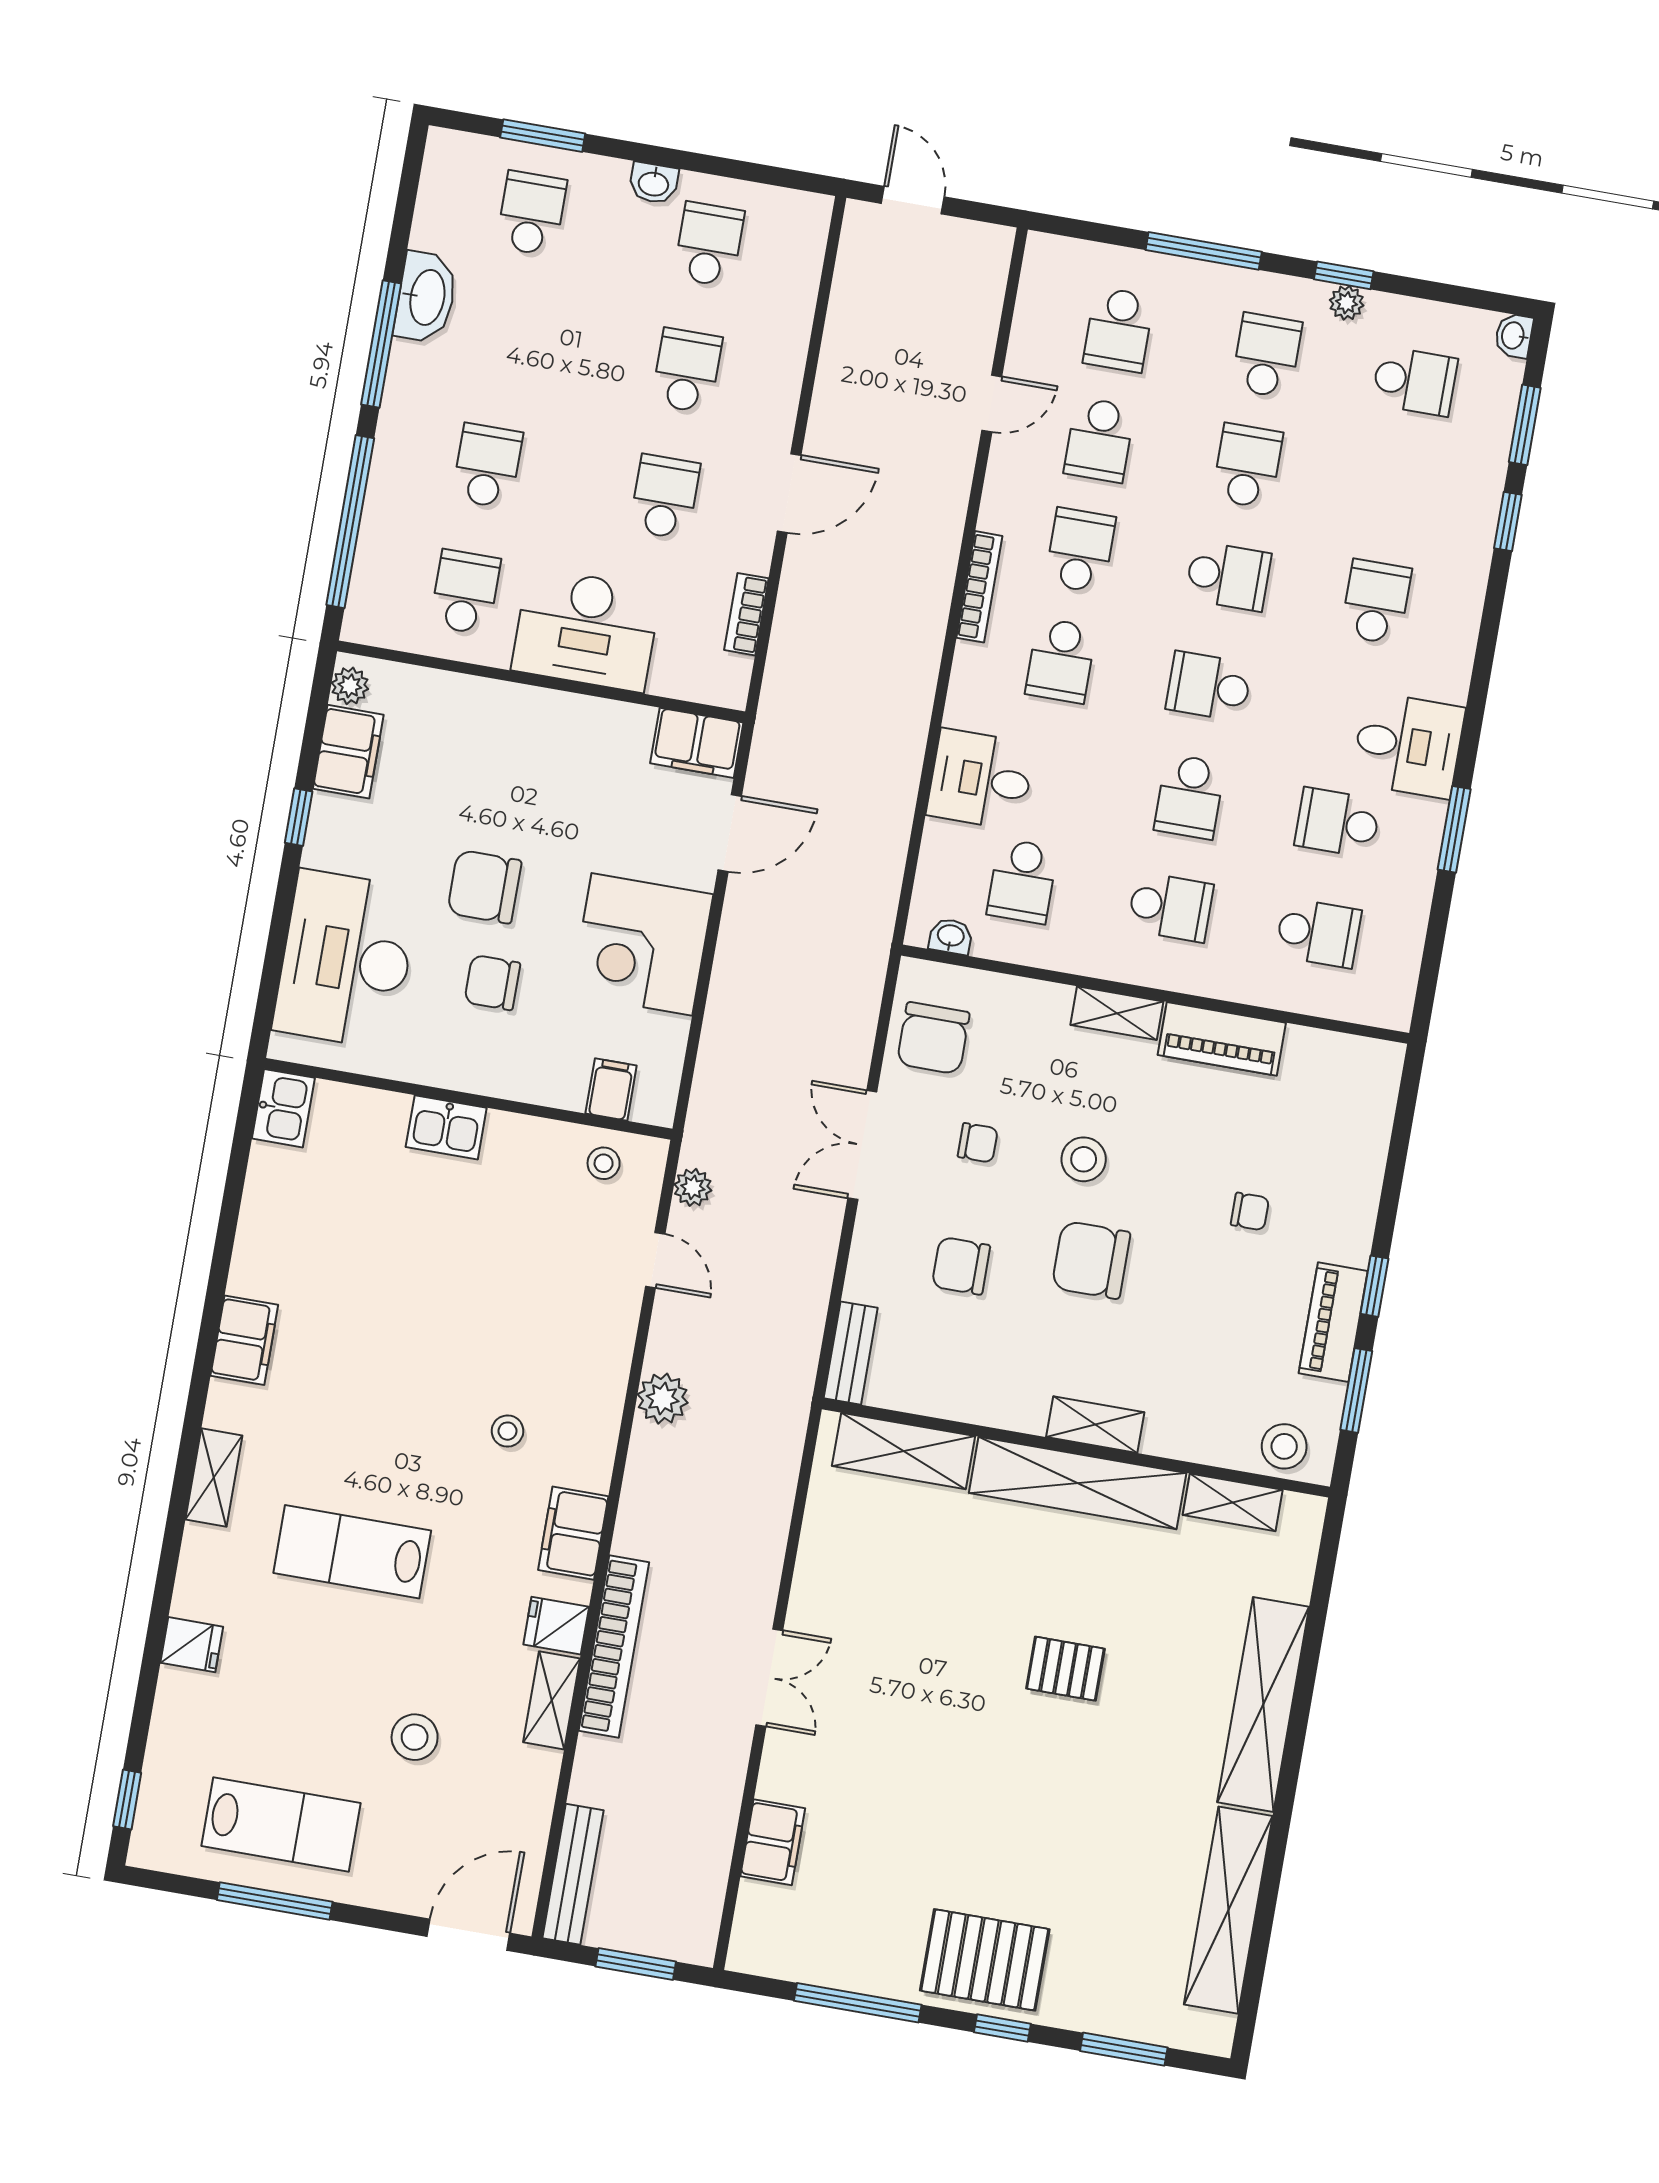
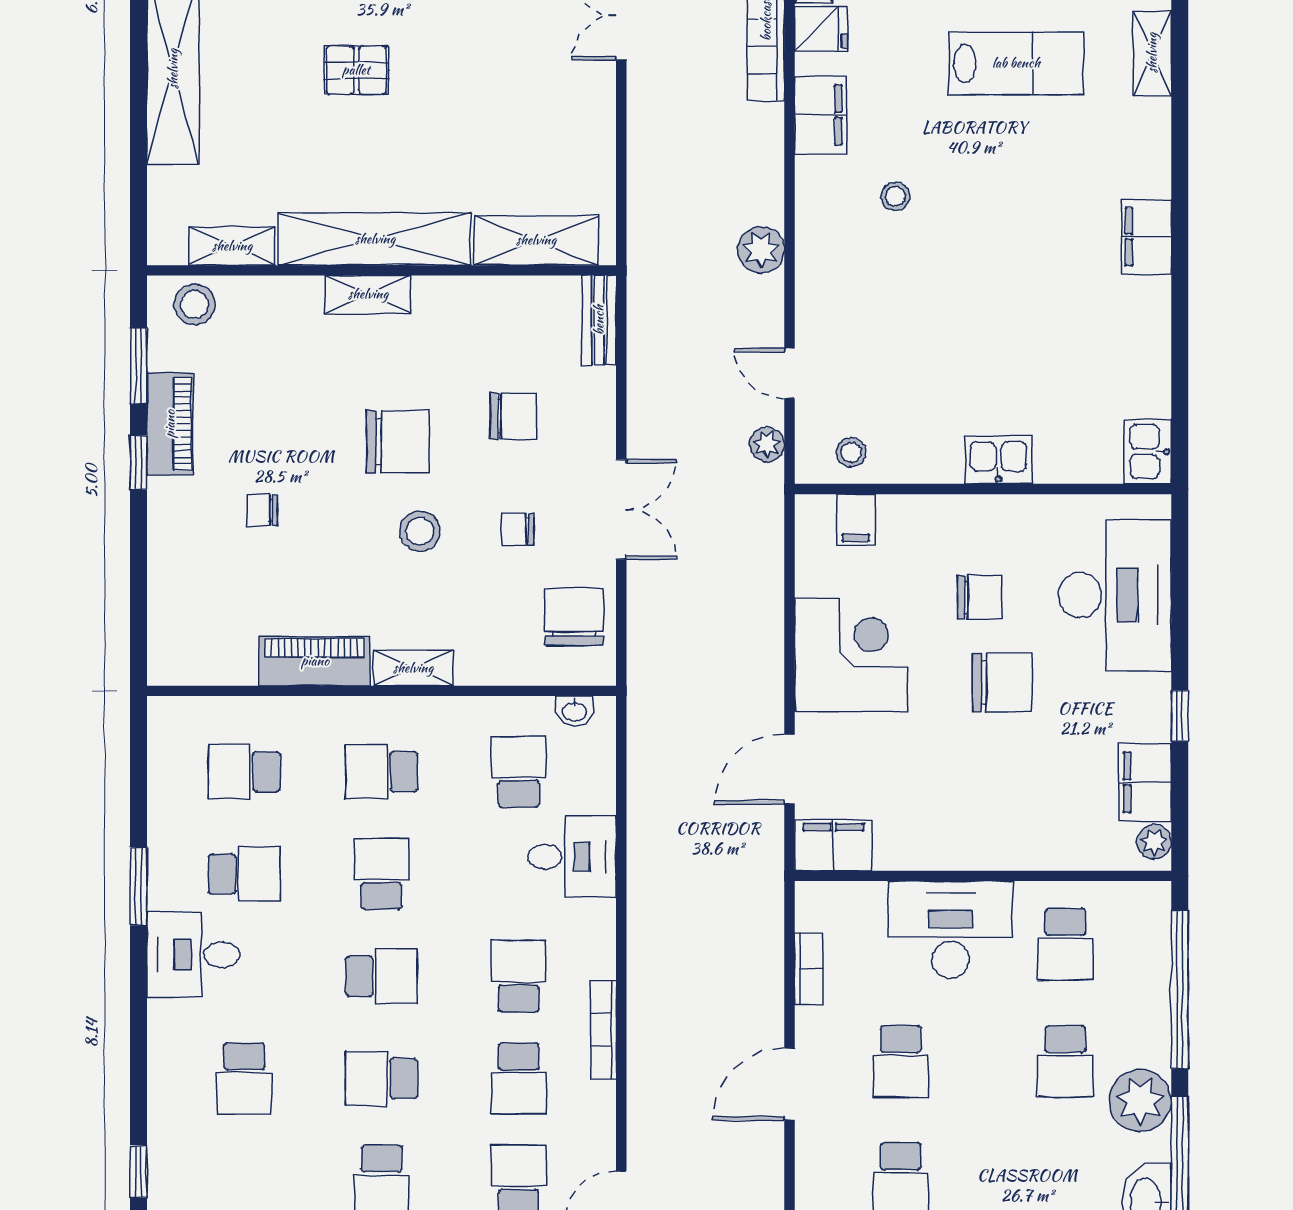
plant: (414, 409) -> (1140, 1101), added
shelving: (214, 1478) -> (1152, 53), moved

